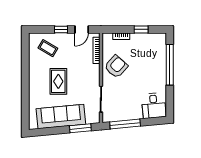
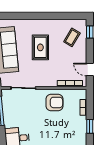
window: (61, 29) -> (90, 32), moved
armchair: (116, 67) -> (54, 102), turned -42
rug: (58, 81) -> (40, 47), turned 90

